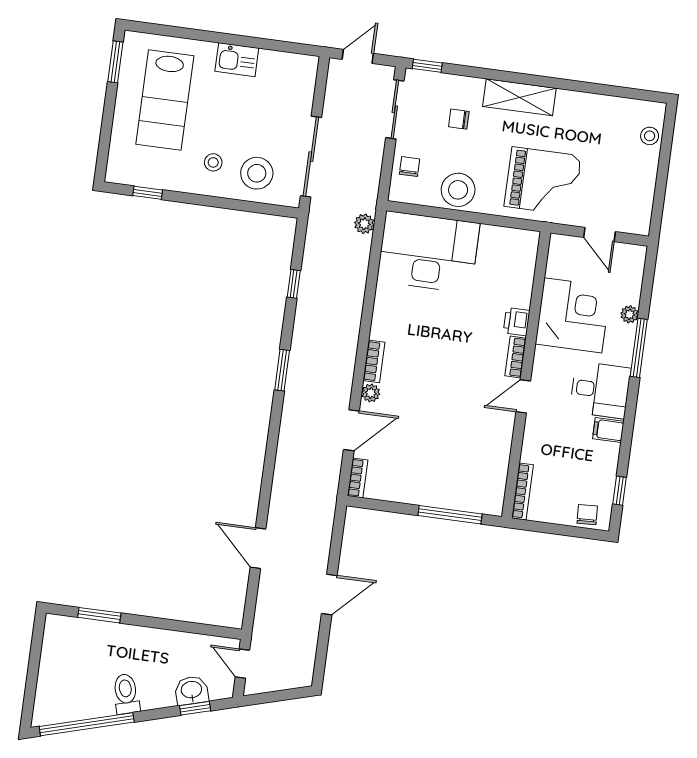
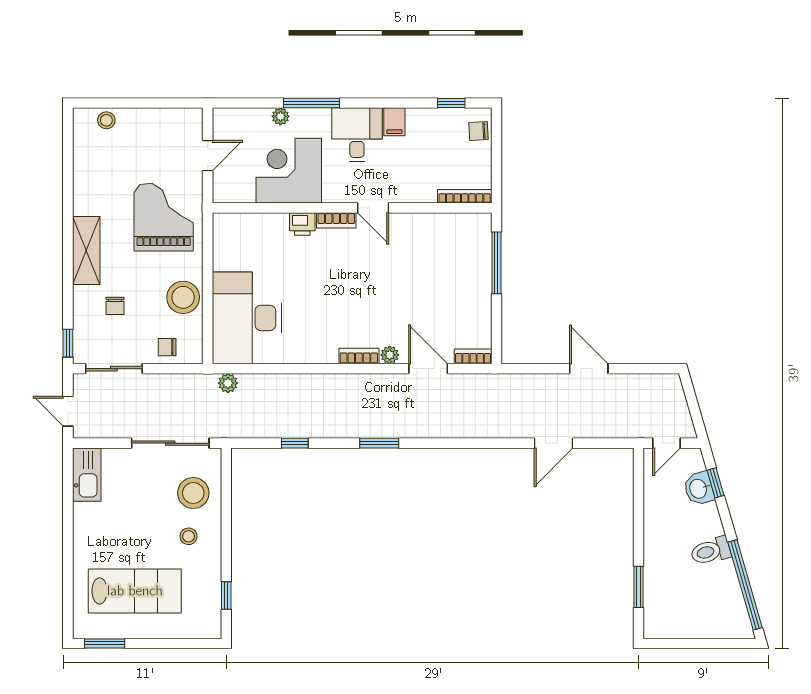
kitchen sink: (237, 60) -> (87, 475), moved, width x1.38

